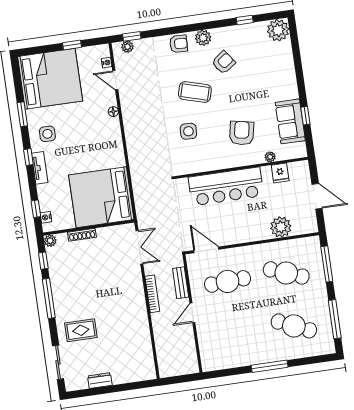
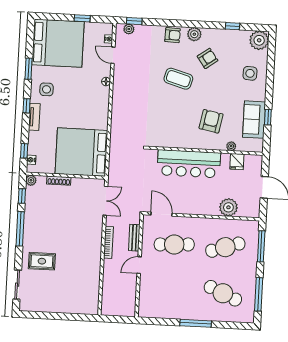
side table: (188, 131) -> (250, 73), moved
cafe table: (286, 273) -> (225, 247), turned -39
dresser: (100, 381) -> (50, 307), removed

